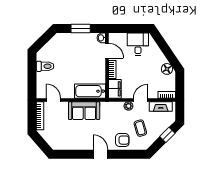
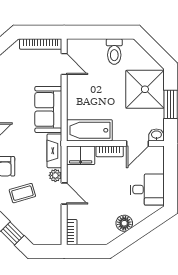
shower: (70, 46) -> (145, 89), added
floor lamp: (167, 69) -> (124, 223), moved
bathtub: (90, 91) -> (89, 130), moved, turned -90
door: (53, 100) -> (64, 64), hinge flipped
fireplace: (161, 107) -> (54, 151), moved

